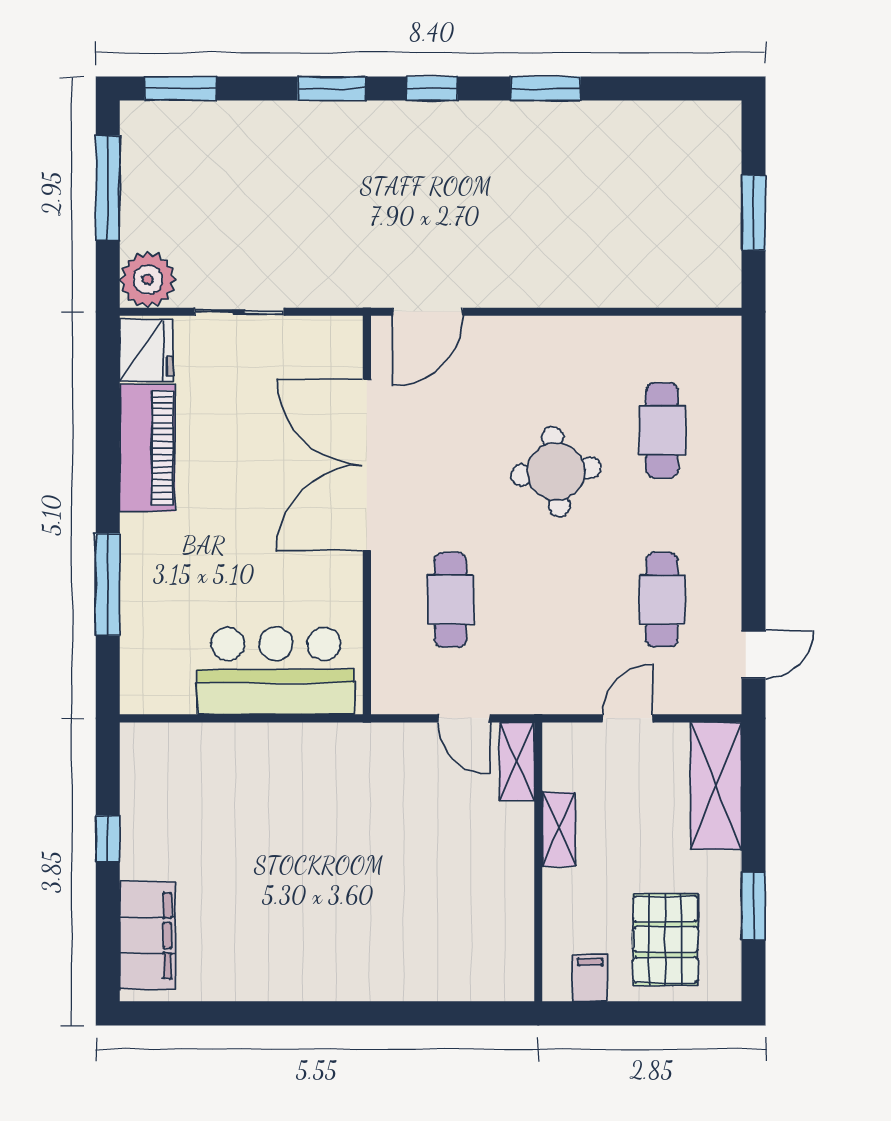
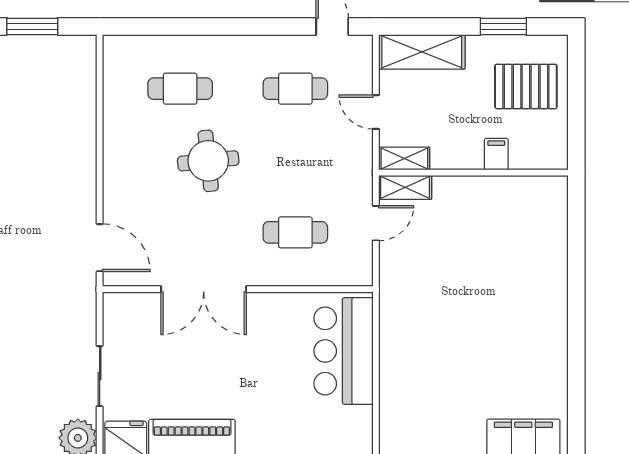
double door: (367, 465) -> (204, 289), width x0.73
shelving: (559, 829) -> (404, 159), moved
filing cabinet: (590, 978) -> (496, 154), moved, turned 90

